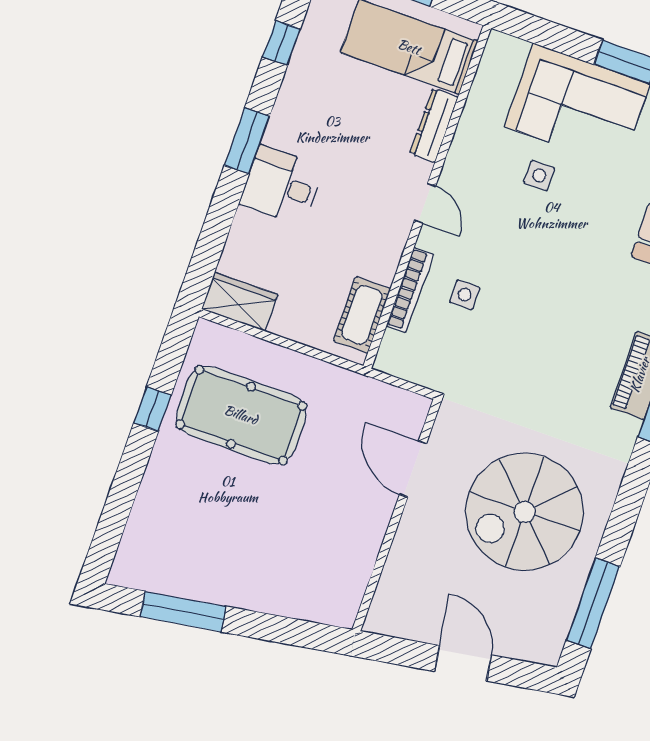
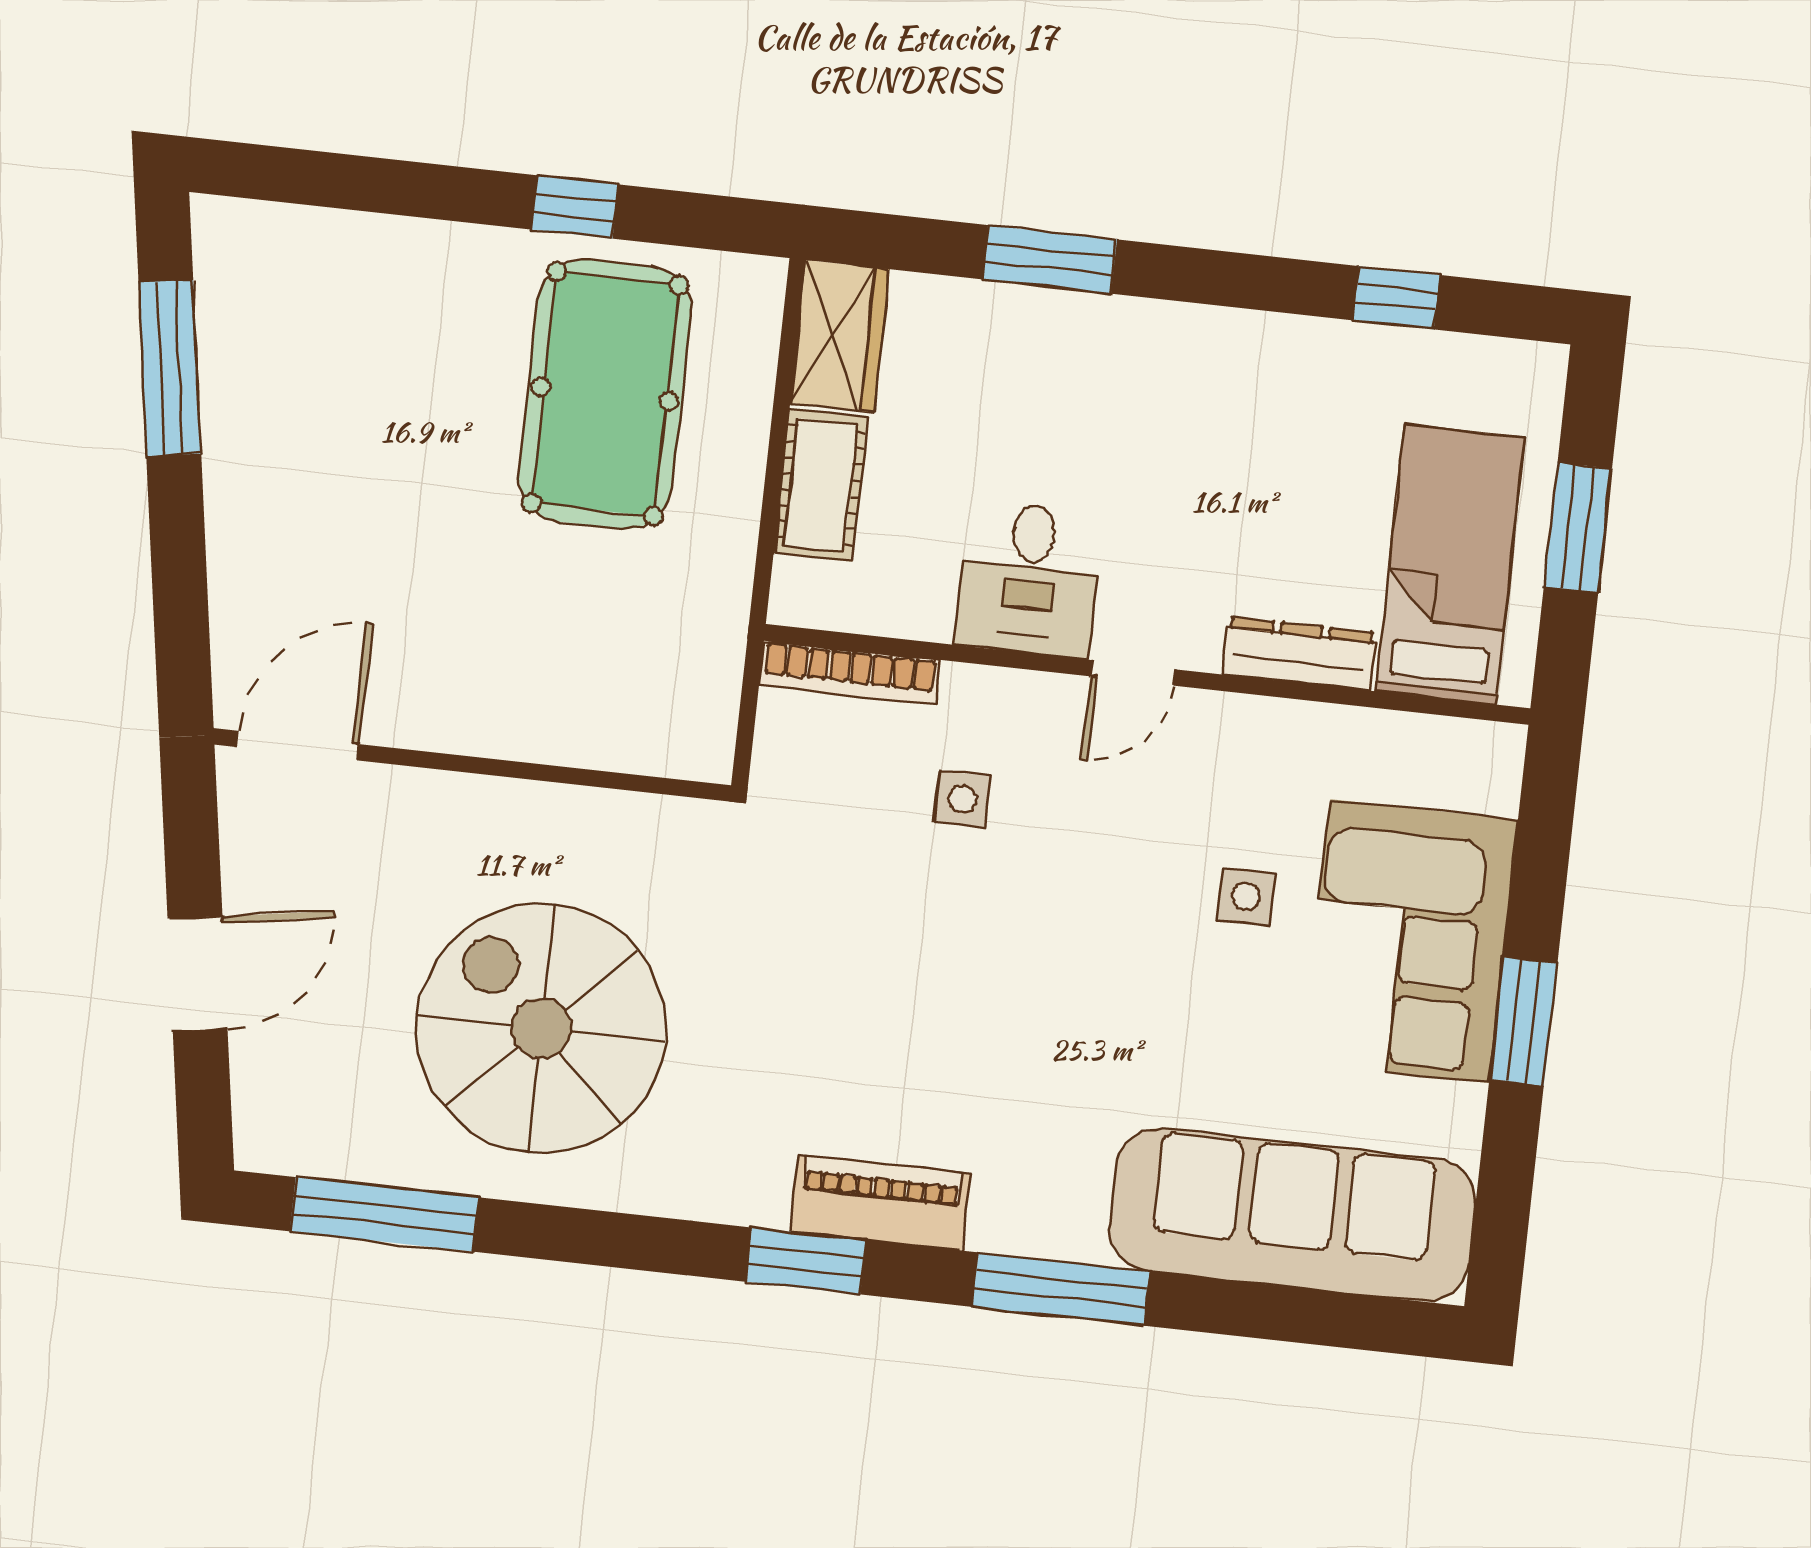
window: (247, 141) -> (1050, 259), moved
desk: (281, 185) -> (1029, 579), moved, turned 180
bookcase: (410, 290) -> (850, 673), moved
cot: (362, 315) -> (821, 485), moved, turned 90
door: (413, 469) -> (298, 746), moved

